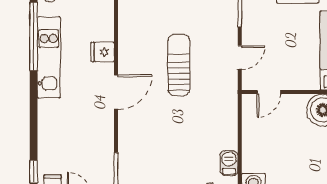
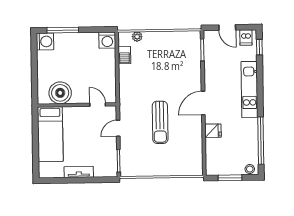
kitchen unit: (49, 57) -> (249, 90), moved
door: (269, 92) -> (98, 105), hinge flipped

